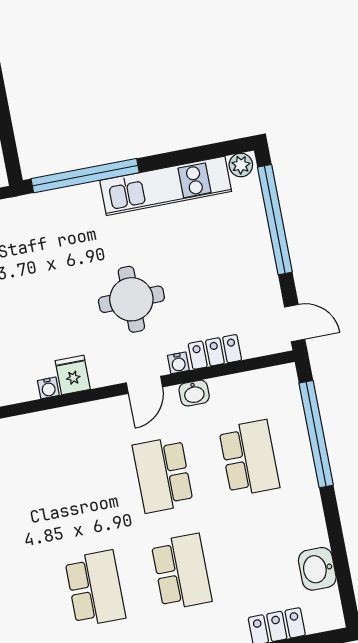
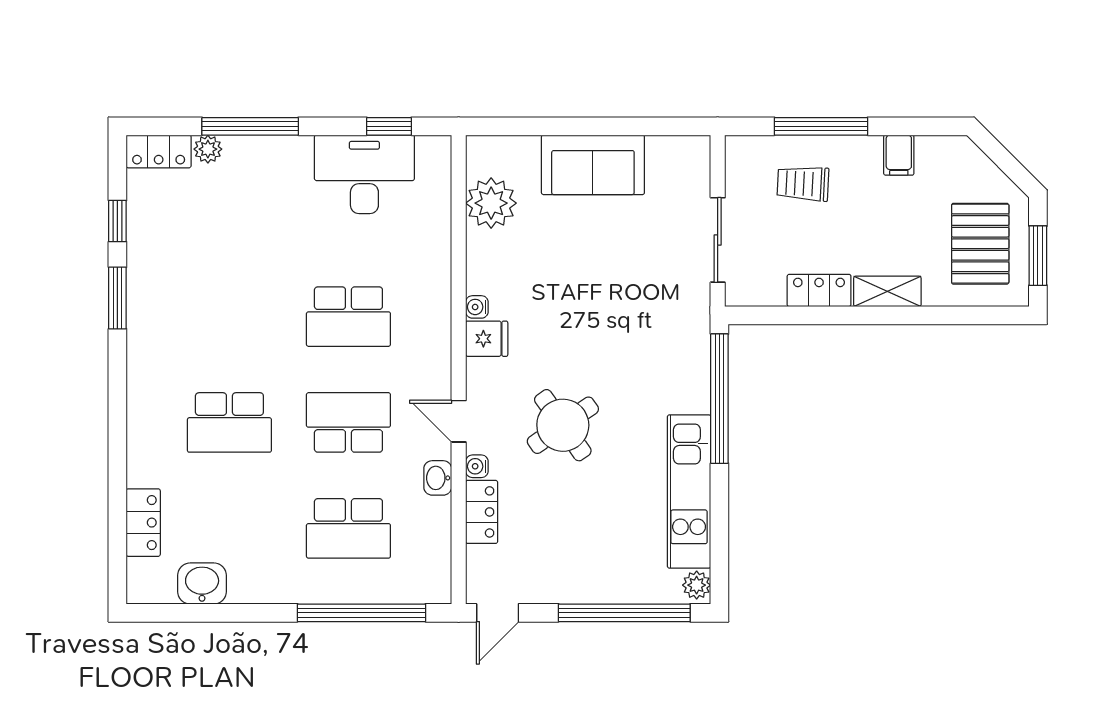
round table: (131, 299) -> (563, 425), turned -35
school desk: (95, 588) -> (348, 317), moved

